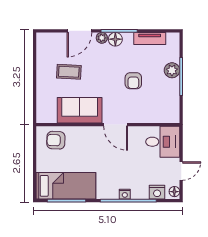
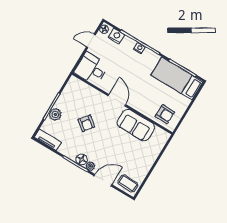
tv unit: (150, 38) -> (48, 140), moved
coffee table: (69, 72) -> (128, 183), moved
armchair: (133, 81) -> (86, 123), turned 128

